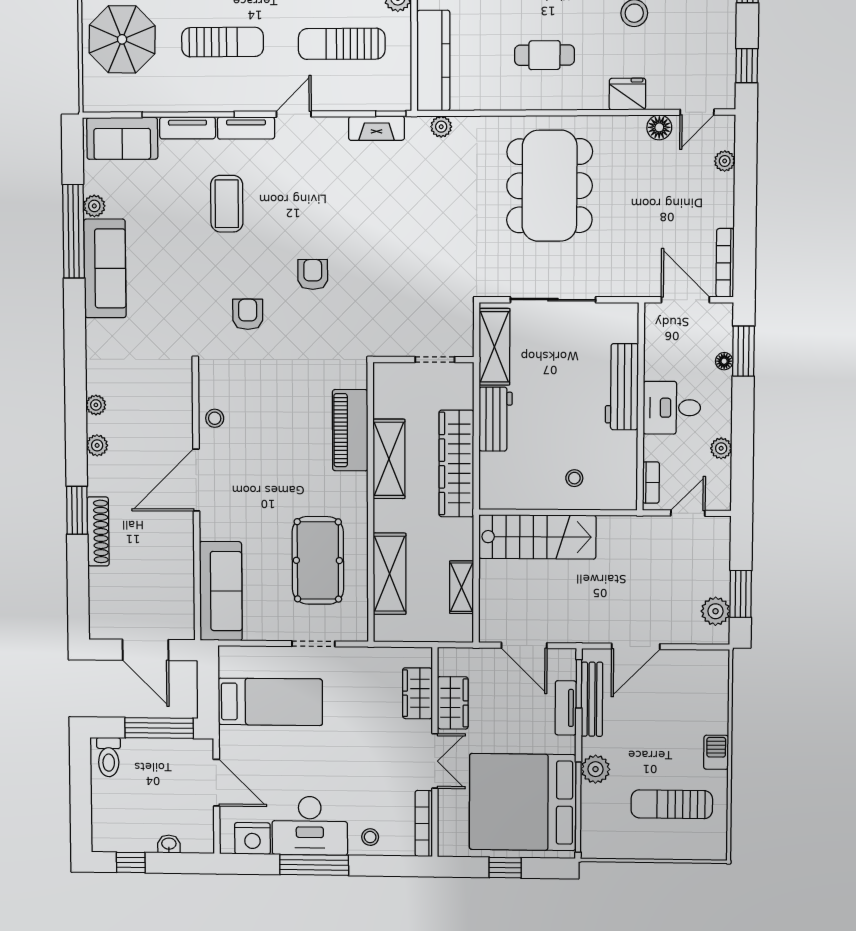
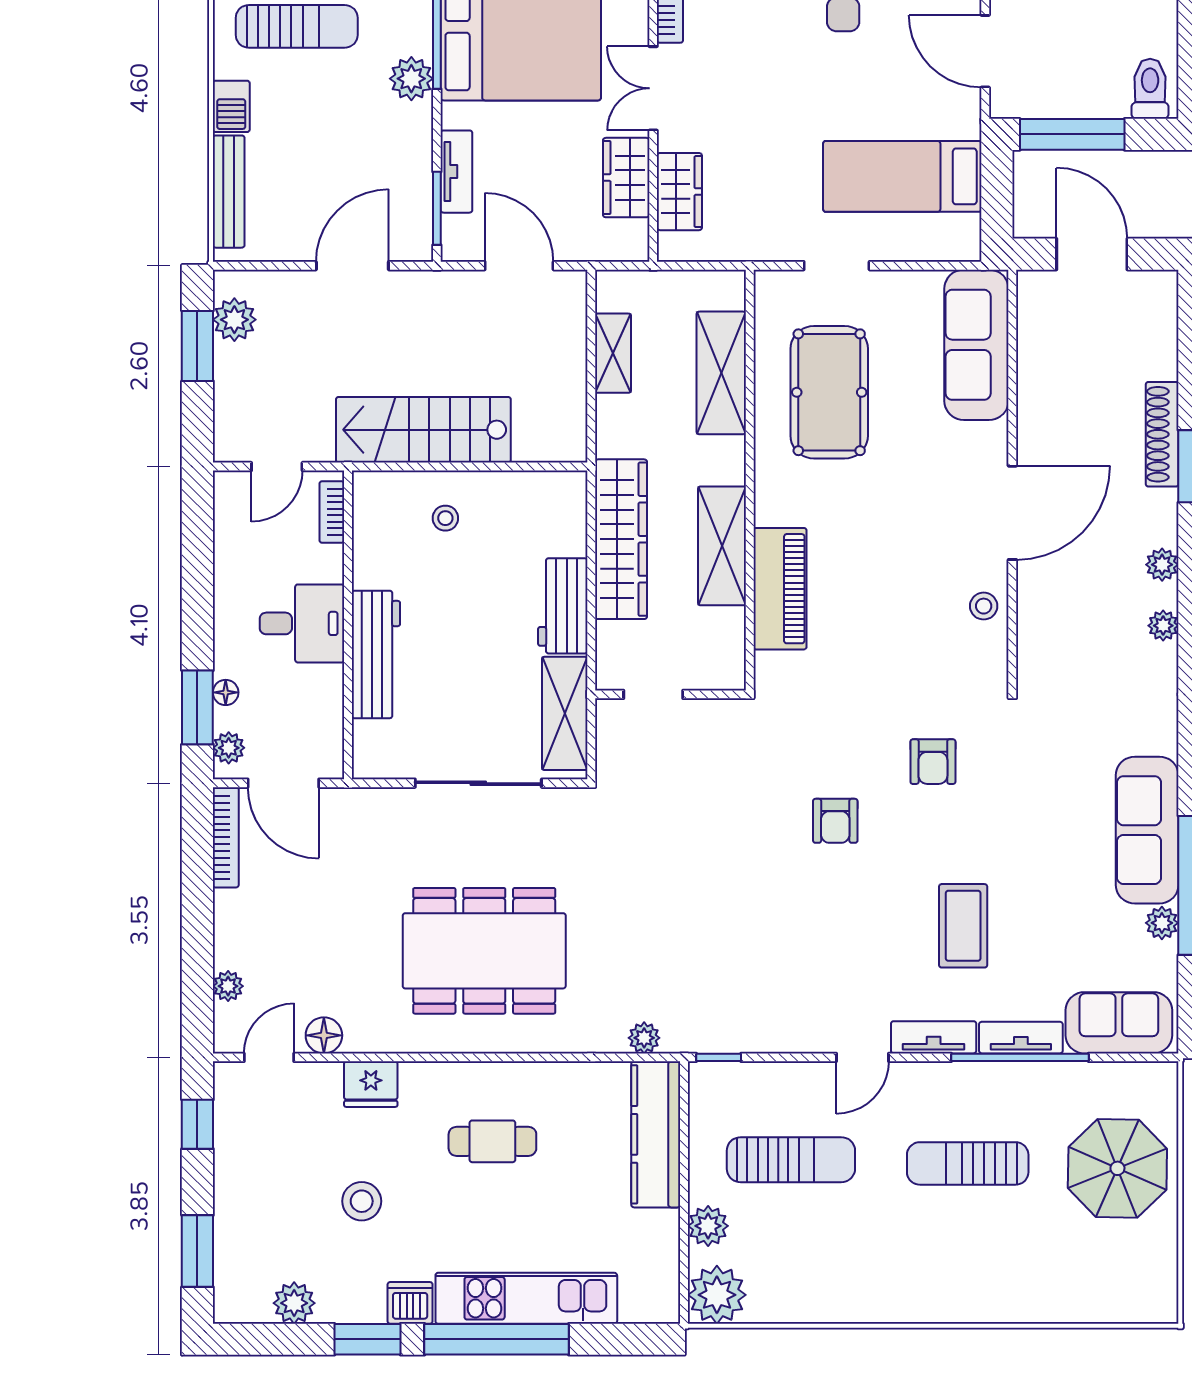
fireplace: (377, 128) -> (740, 1036), removed
dining table: (550, 186) -> (484, 951), turned 90
plant: (721, 448) -> (229, 748), moved
stairs: (537, 537) -> (423, 430), moved
bench: (592, 699) -> (229, 192), moved

